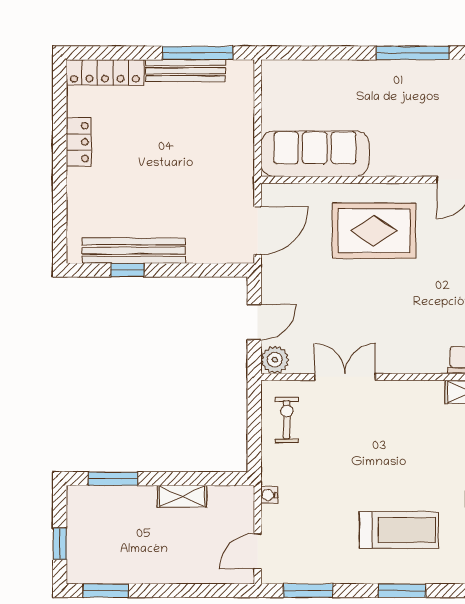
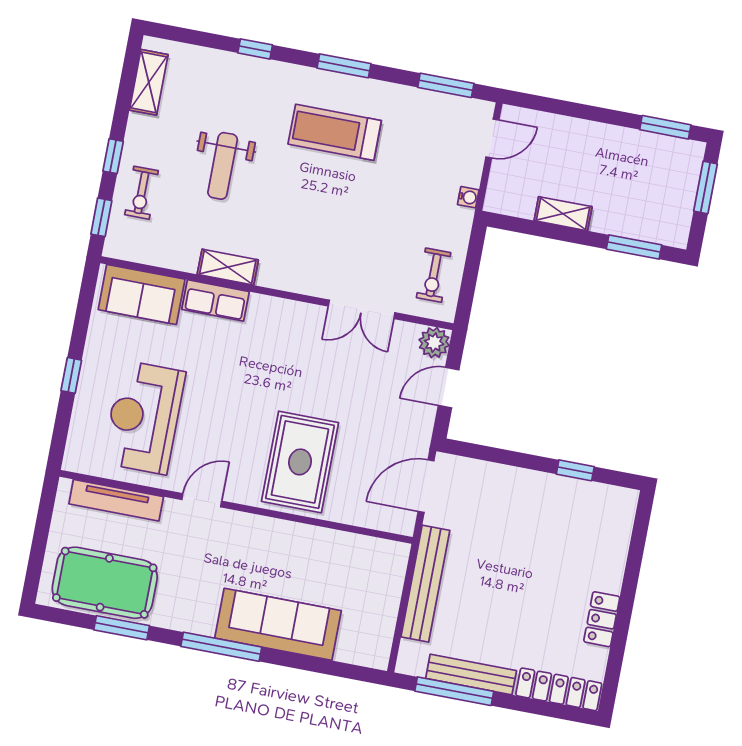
sofa: (315, 154) -> (278, 624), moved, turned 180
rug: (374, 231) -> (300, 462), turned 90
bench: (134, 251) -> (425, 584), moved, turned 90
window: (60, 544) -> (705, 187), width x1.50

